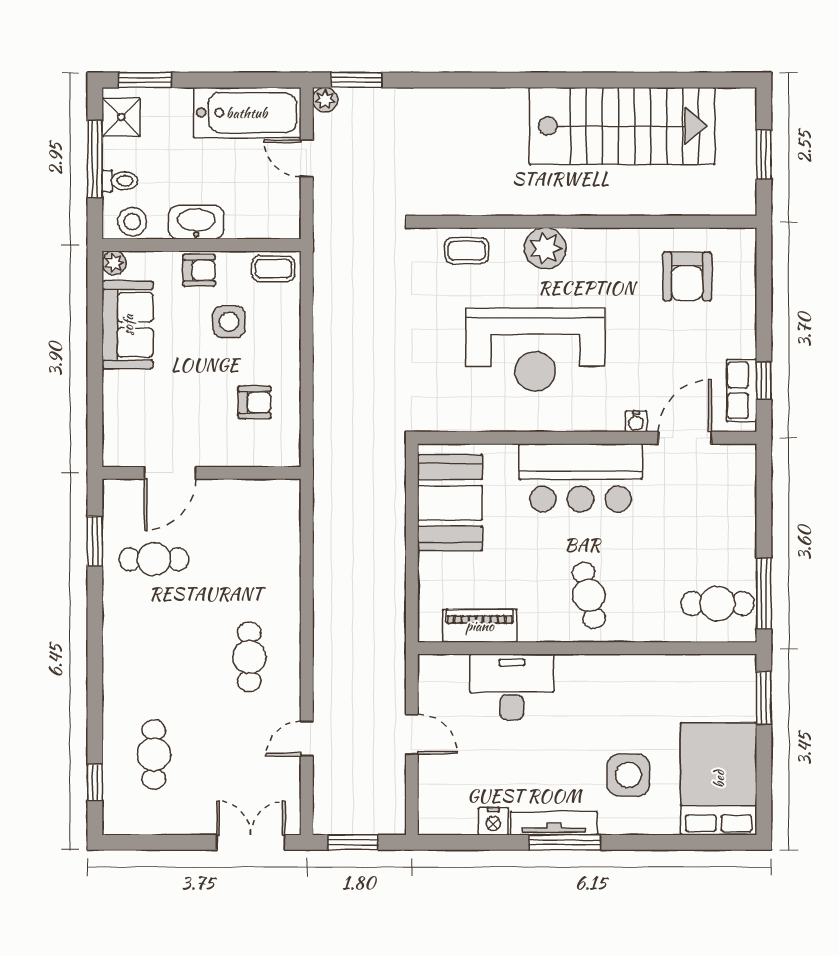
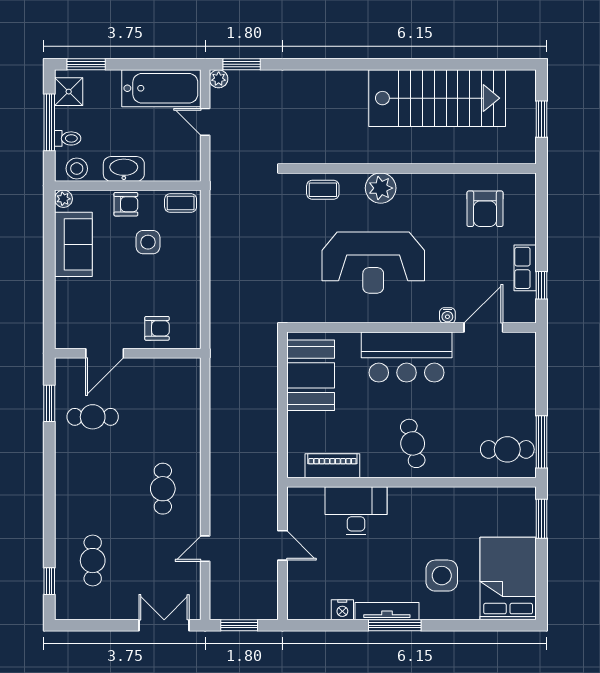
row of seats: (742, 391) -> (525, 268), moved
armchair: (255, 402) -> (157, 328), moved

